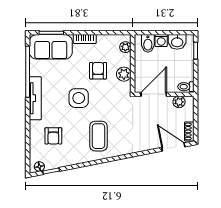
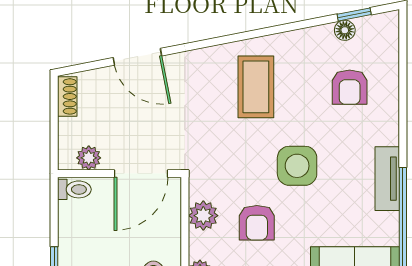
tv unit: (35, 98) -> (387, 179), width x0.71
armchair: (53, 136) -> (350, 87), turned 180
door: (173, 147) -> (137, 57), moved
floor lamp: (39, 167) -> (345, 30), moved

